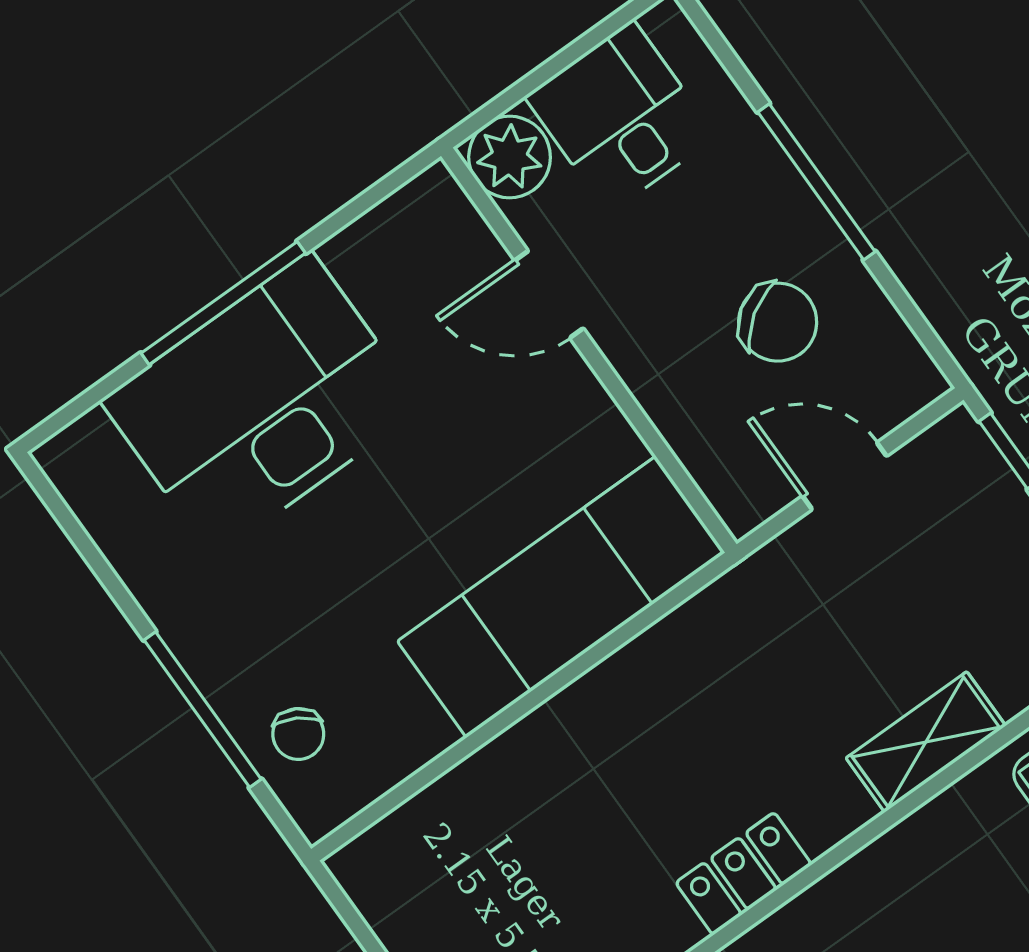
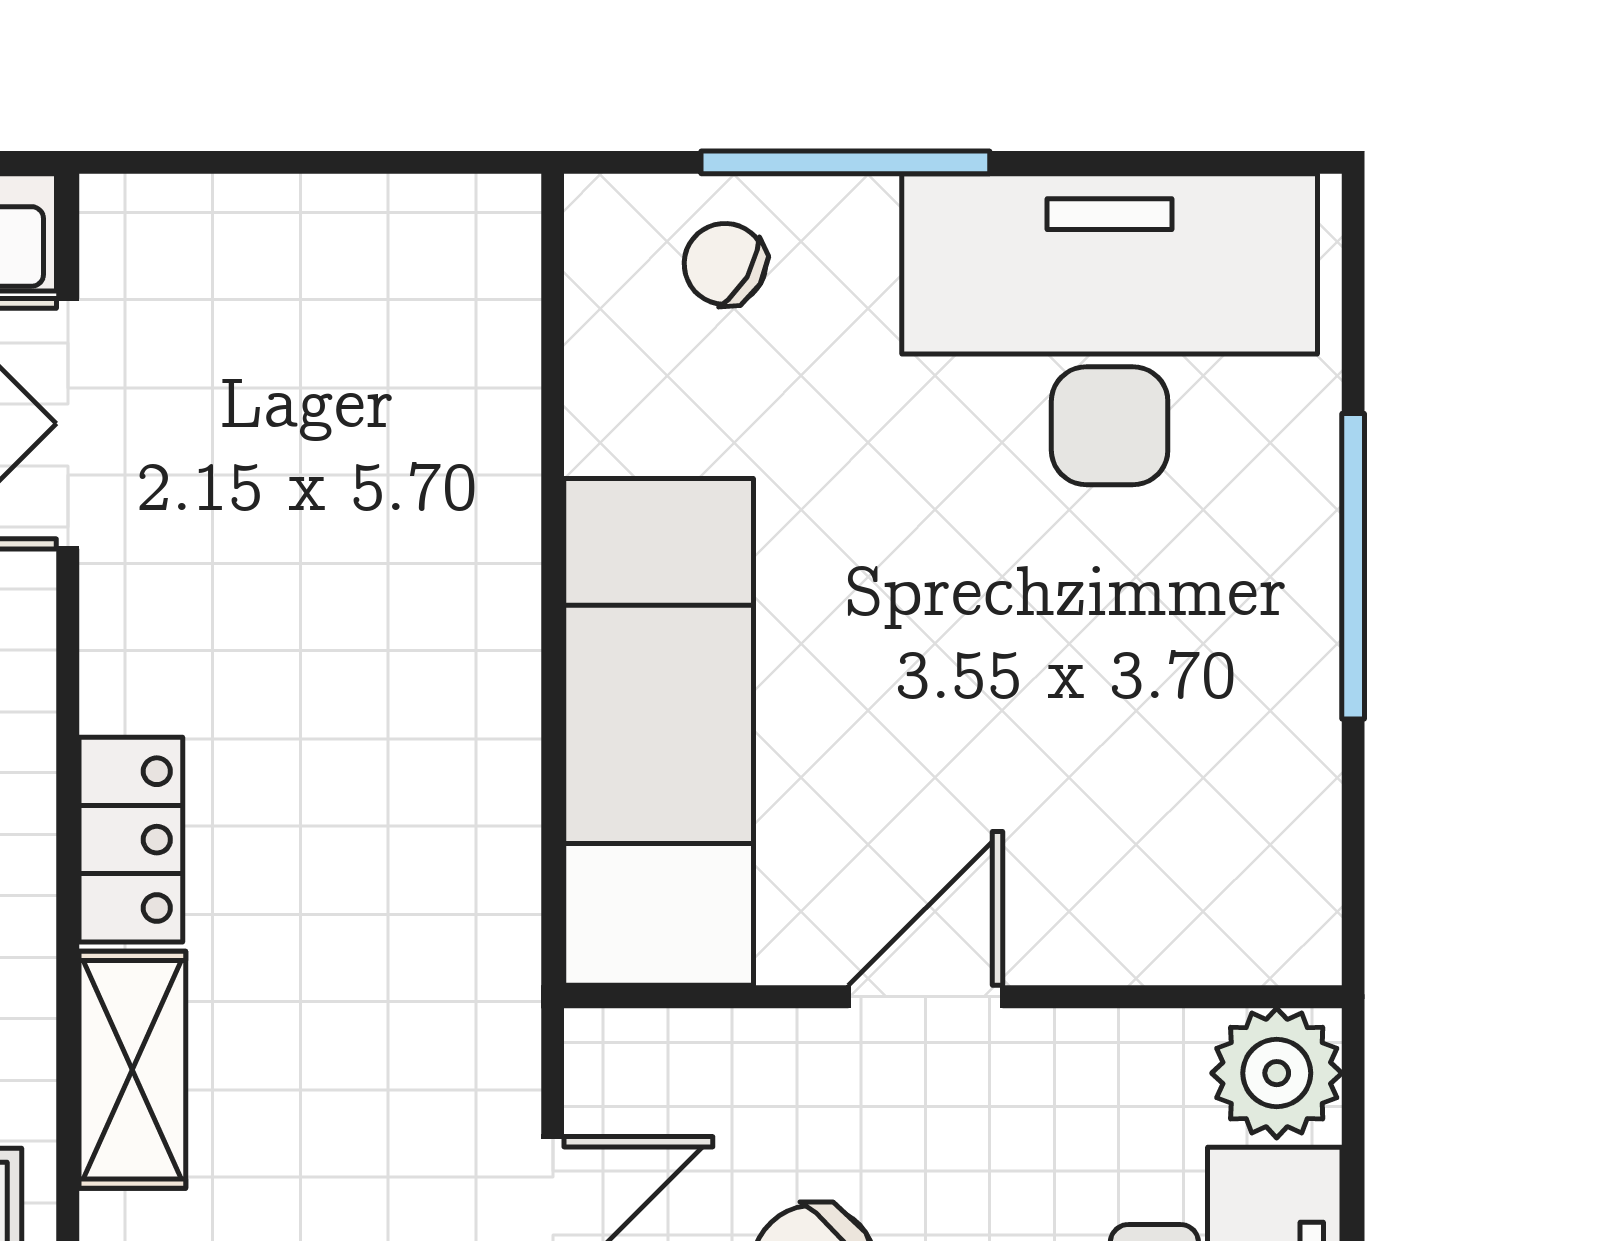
door: (549, 294) -> (925, 997), moved
desk: (262, 404) -> (1110, 329), moved, turned -90
locker: (744, 874) -> (131, 840), moved

